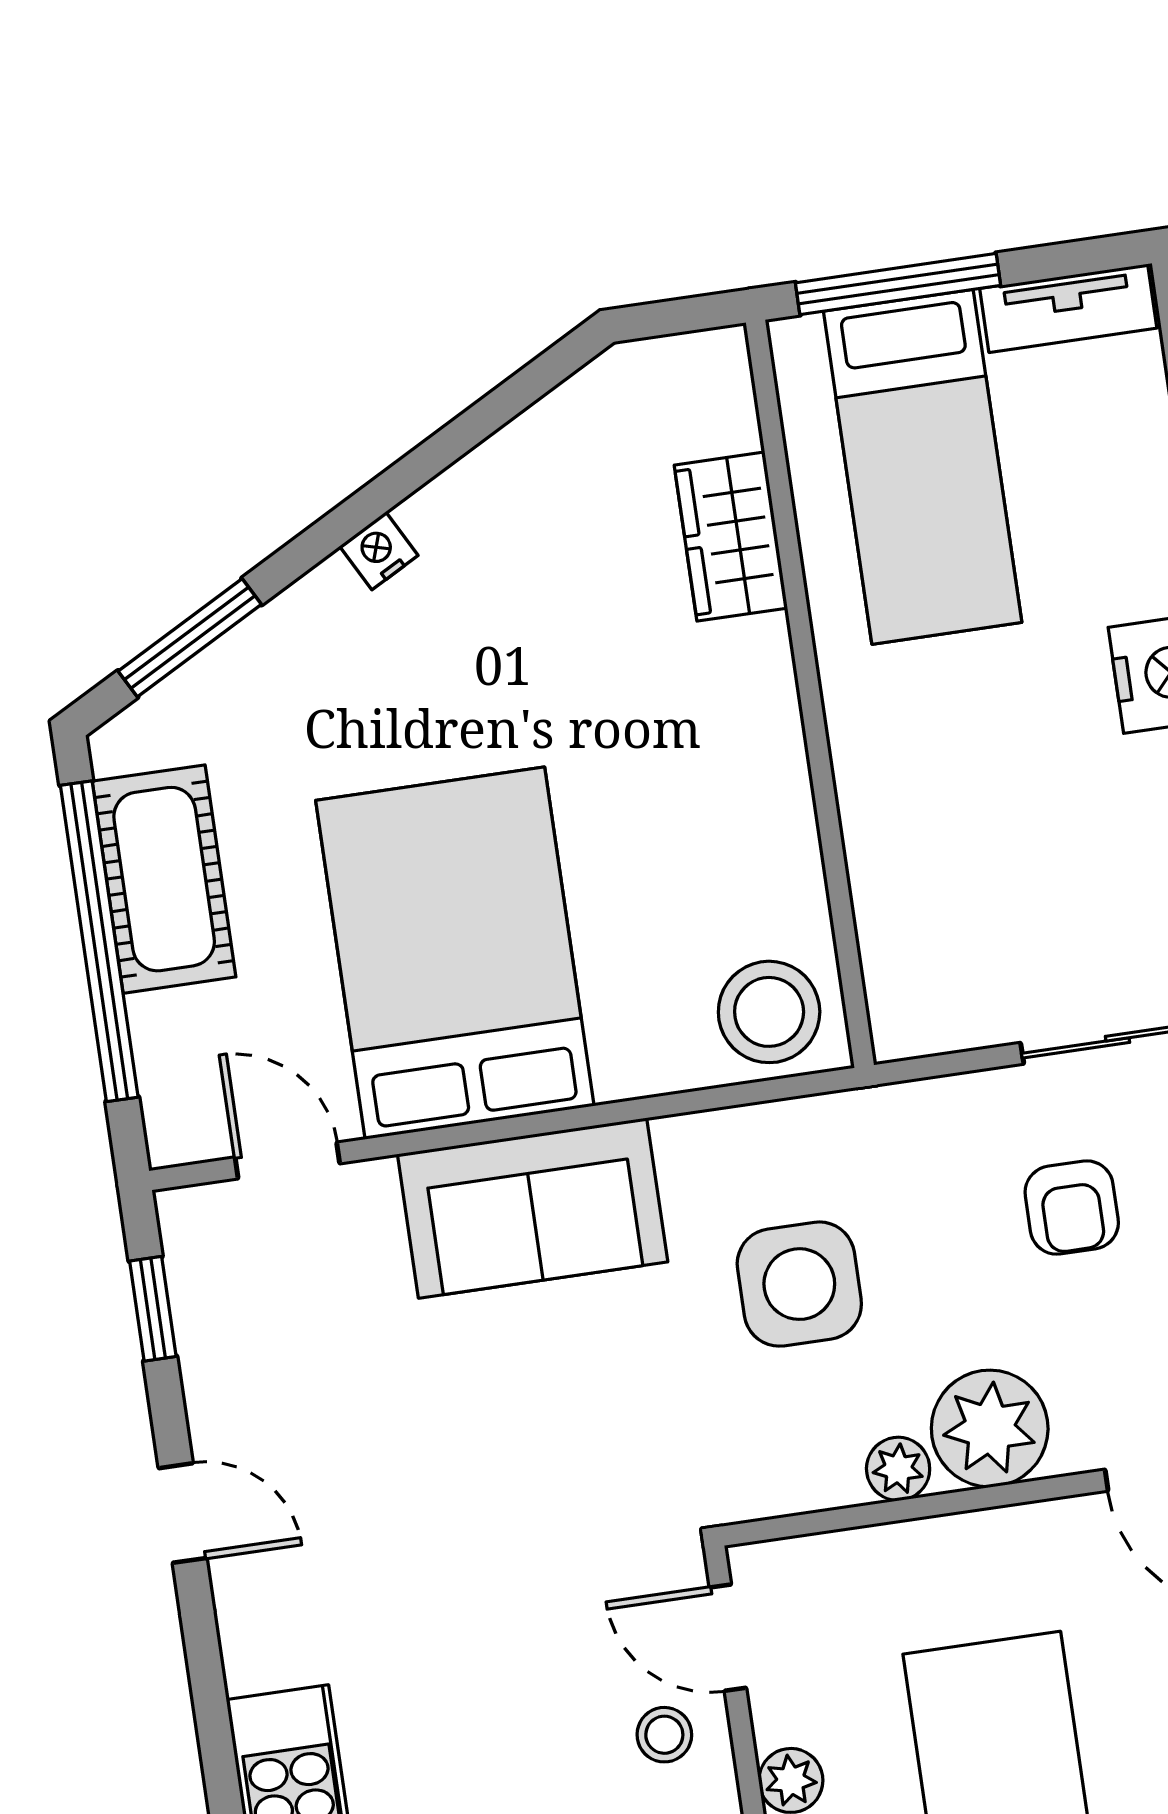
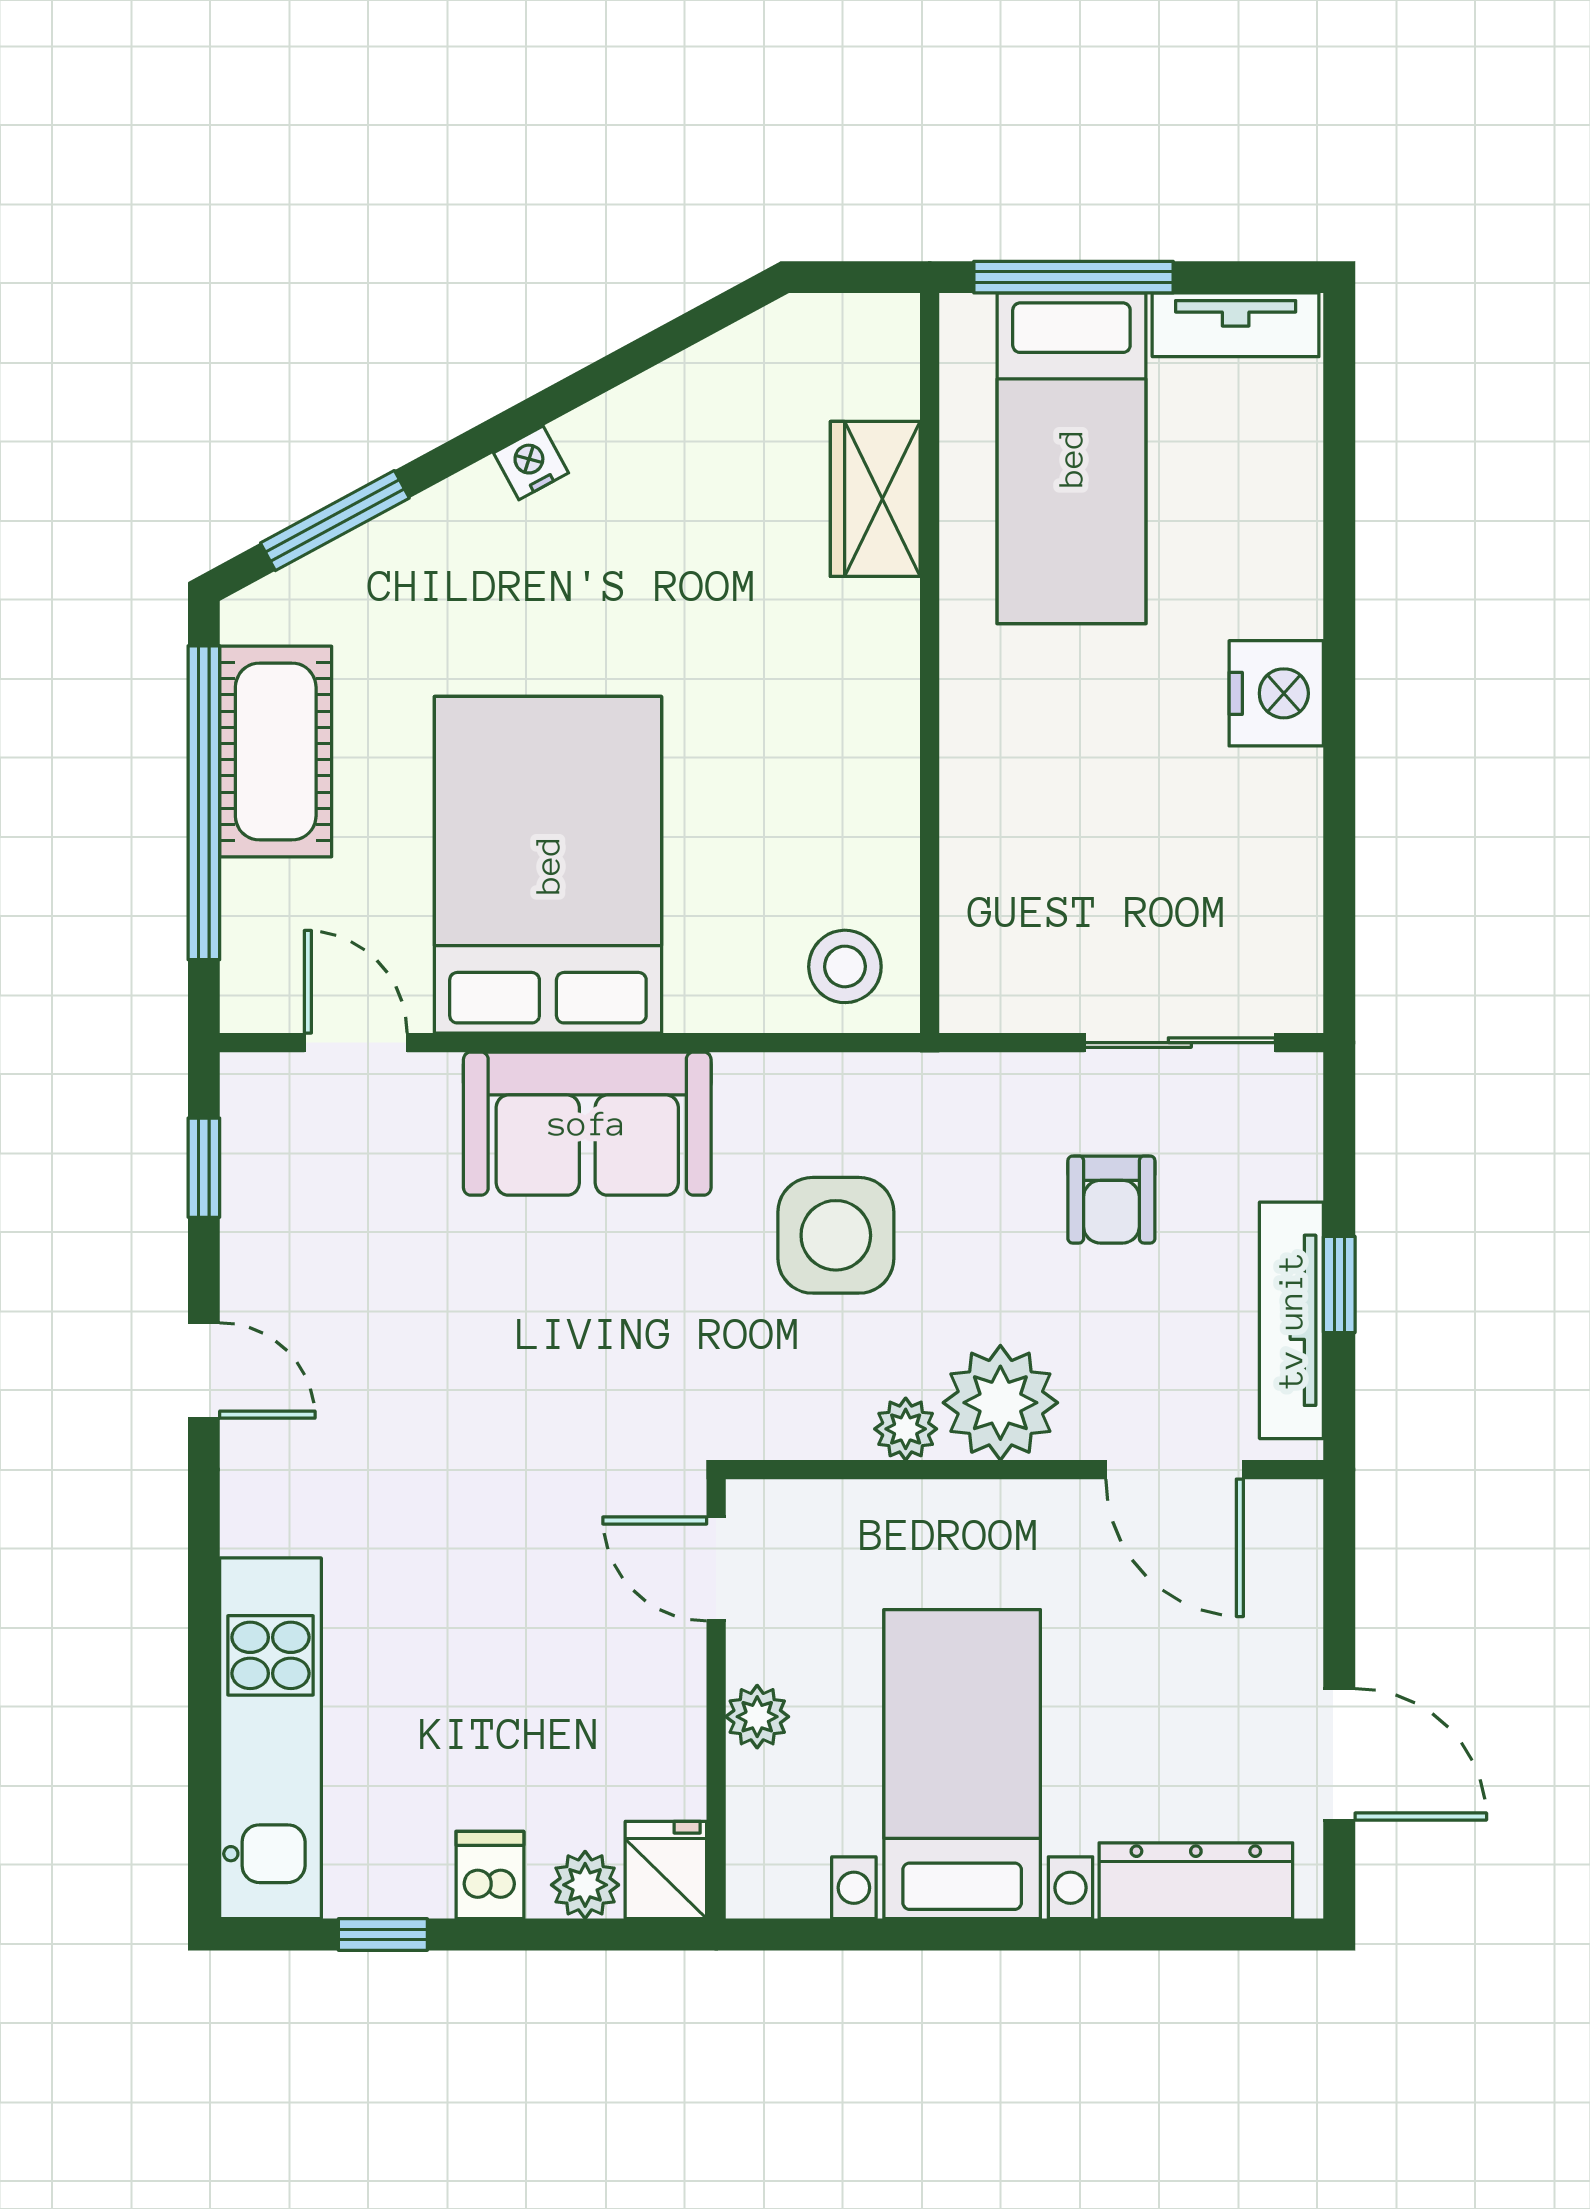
stool: (769, 1012) -> (845, 966), width x0.73, depth x0.73
stool: (664, 1735) -> (641, 1654), removed

